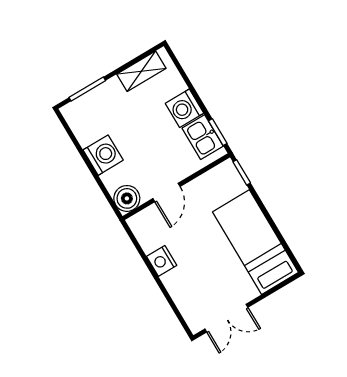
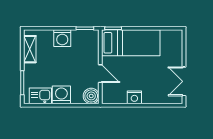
kitchen sink: (203, 137) -> (40, 96), moved, turned 180
bed: (255, 242) -> (131, 43), moved, turned 180
double door: (226, 318) -> (184, 81), swing flipped

